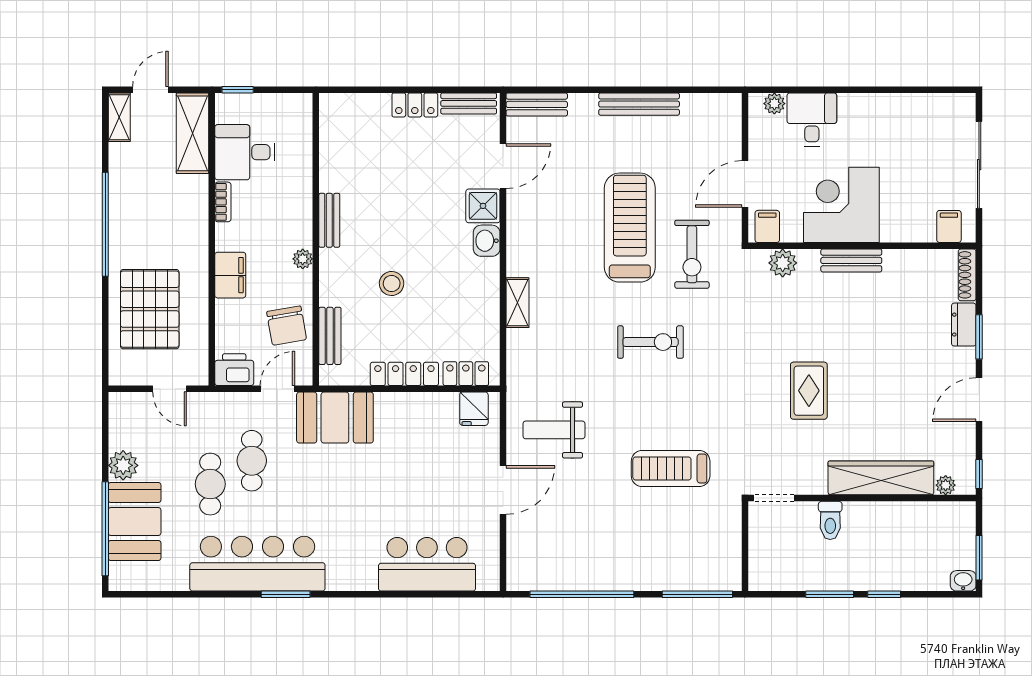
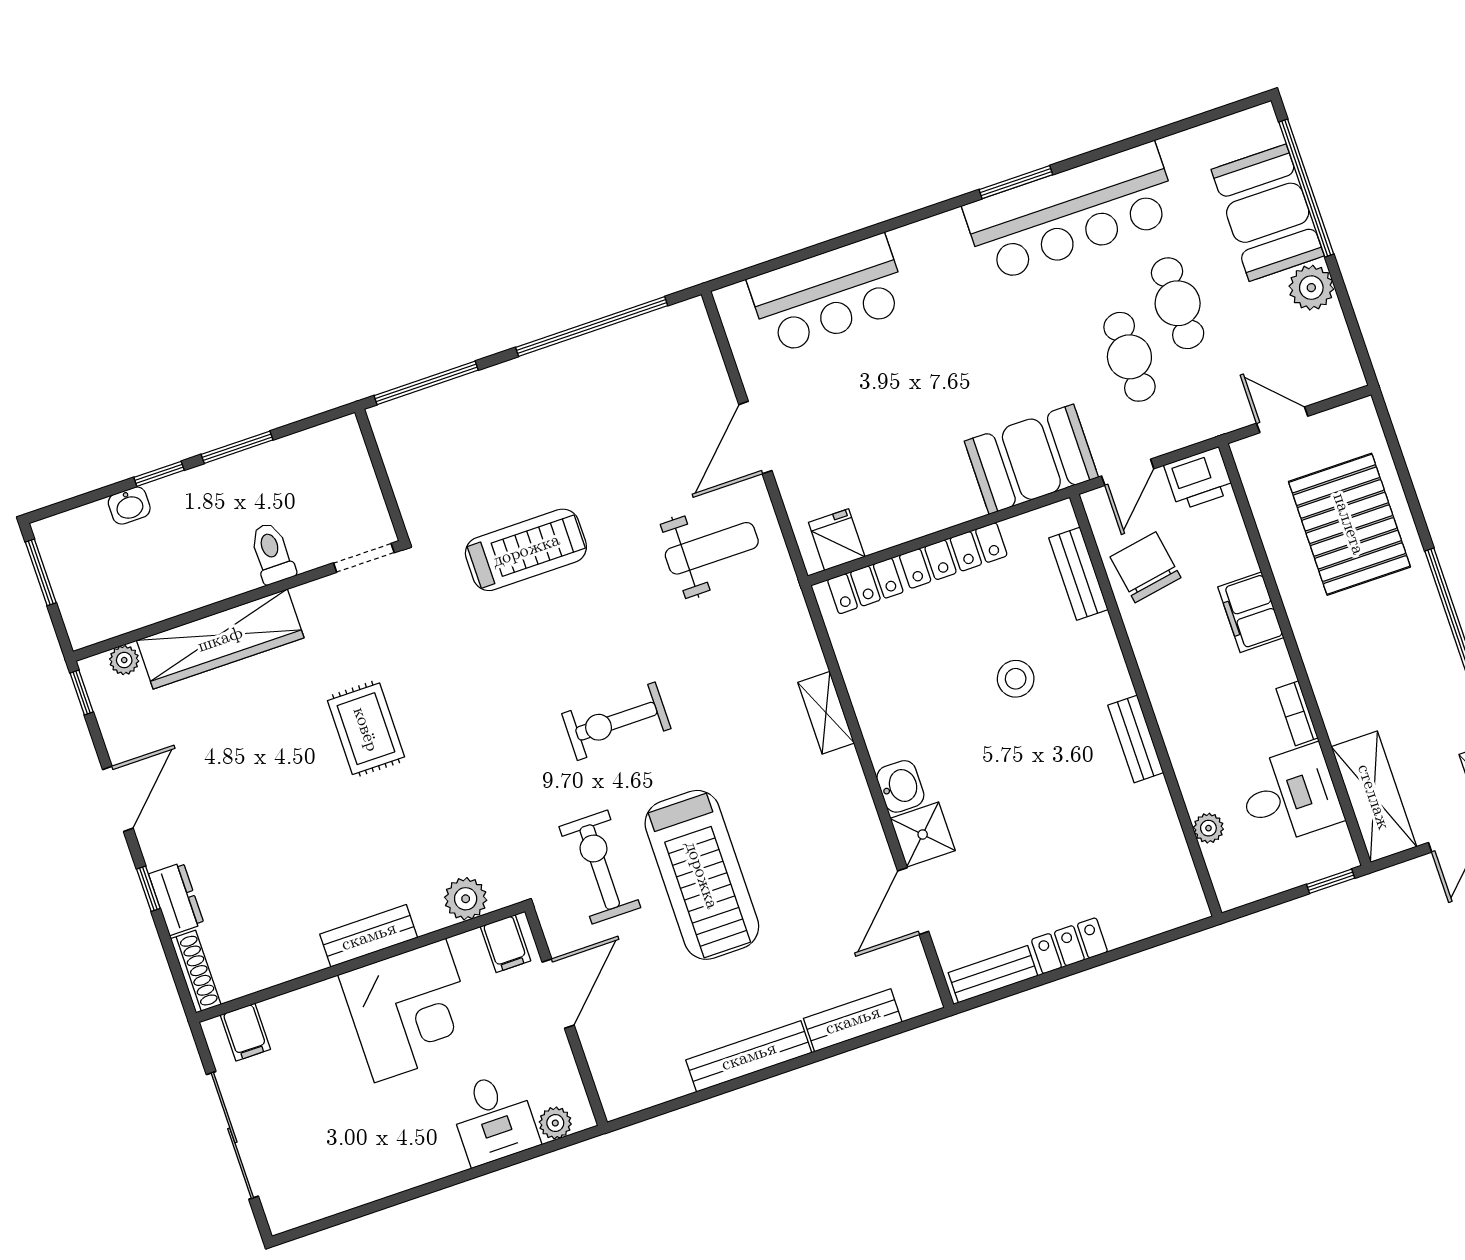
bench: (537, 104) -> (853, 1020), moved
plant: (303, 259) -> (1208, 828), moved
window: (979, 337) -> (148, 889), width x0.67
washbasin: (963, 581) -> (129, 505), moved

